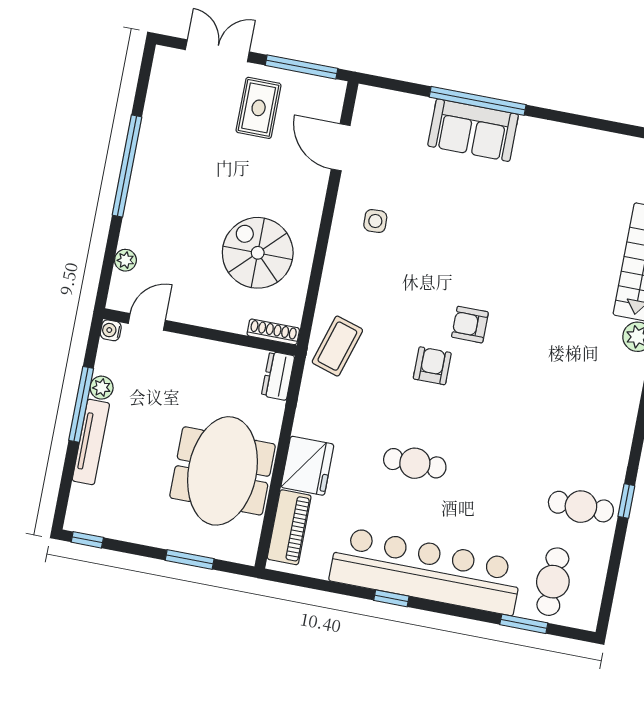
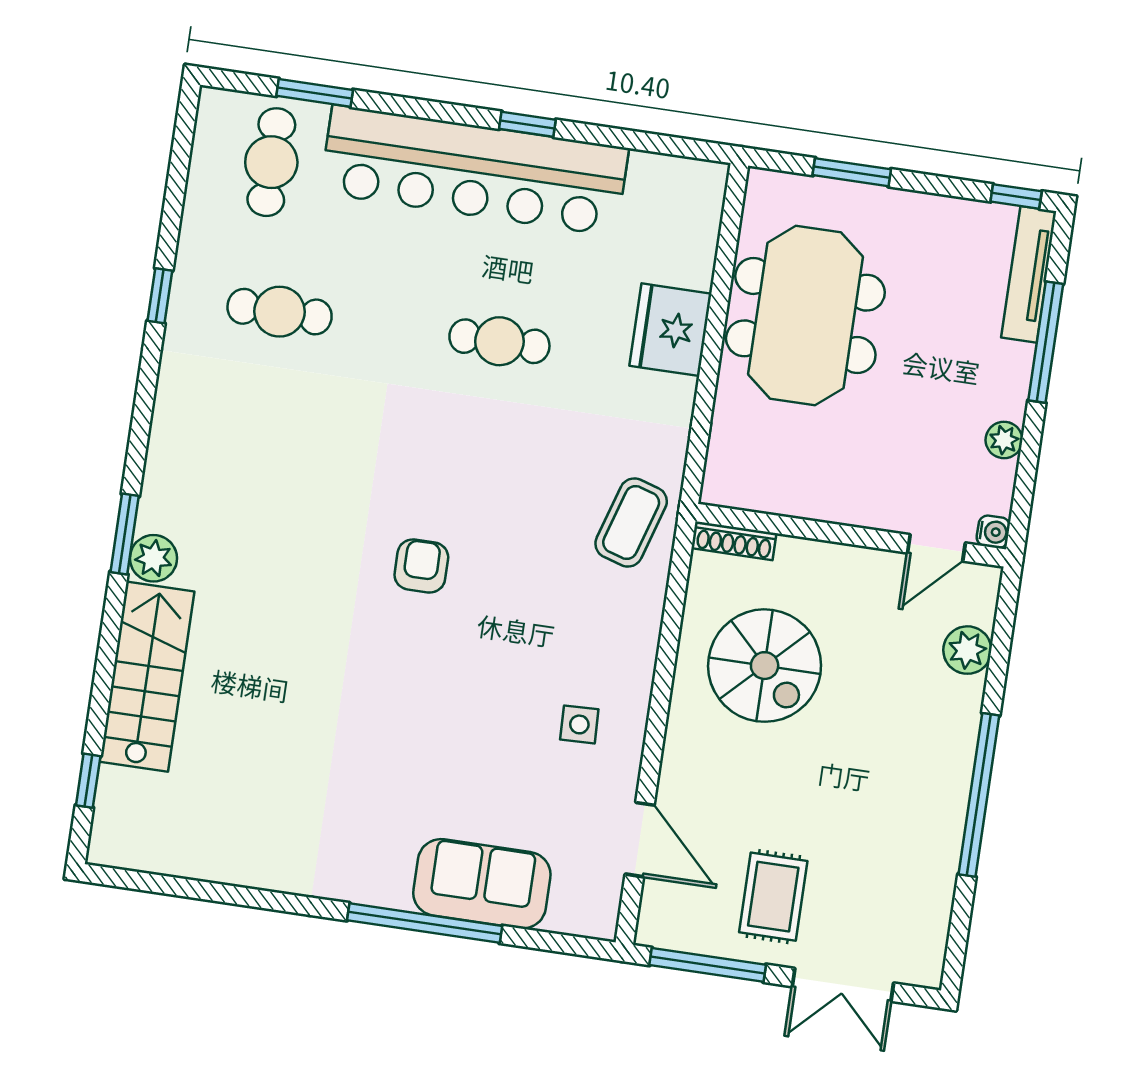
sofa: (473, 130) -> (482, 884), moved
plant: (125, 260) -> (967, 650), width x1.38, depth x1.38
armchair: (470, 325) -> (421, 566), turned -90
armchair: (432, 366) -> (479, 498), removed
dresser: (278, 376) -> (724, 471), removed
window: (81, 404) -> (1046, 342), moved
tv unit: (91, 442) -> (1029, 274), moved
cafe table: (581, 507) -> (280, 312), moved
piano: (289, 527) -> (695, 230), removed

